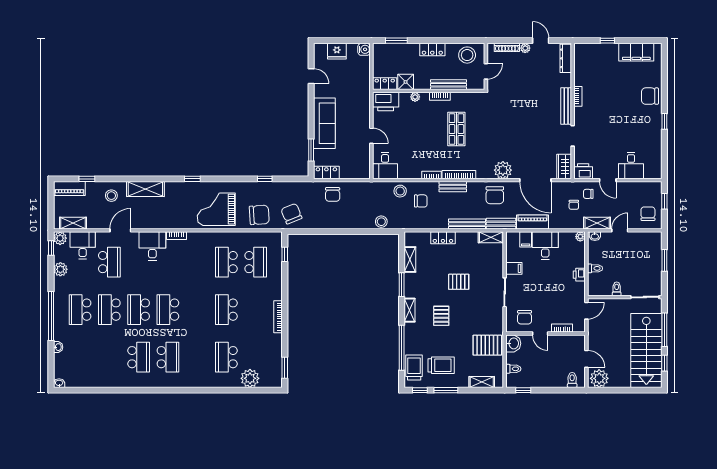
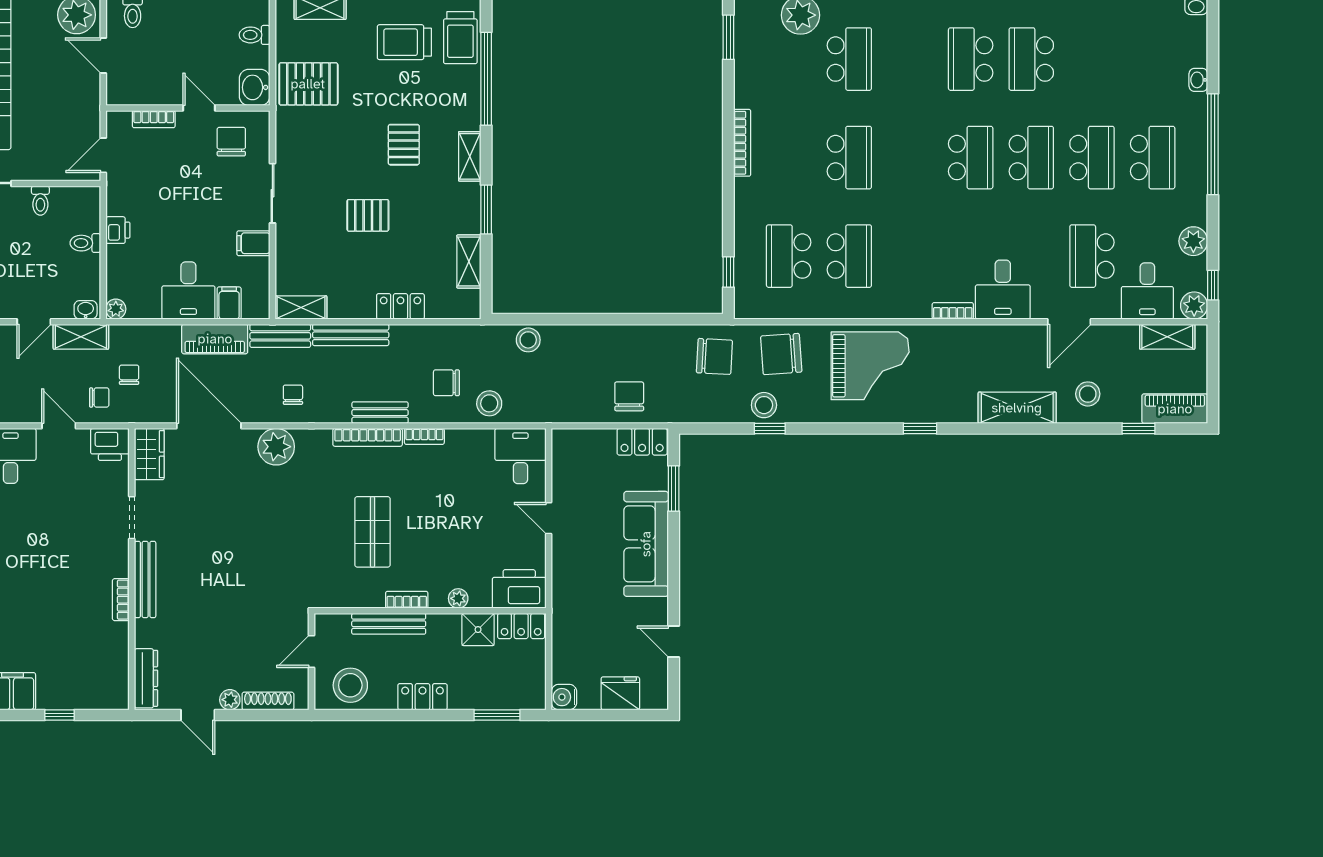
stool: (268, 190) -> (764, 405), added
chair: (495, 195) -> (293, 395), width x0.54, depth x0.54
chair: (291, 214) -> (714, 356), turned -65

